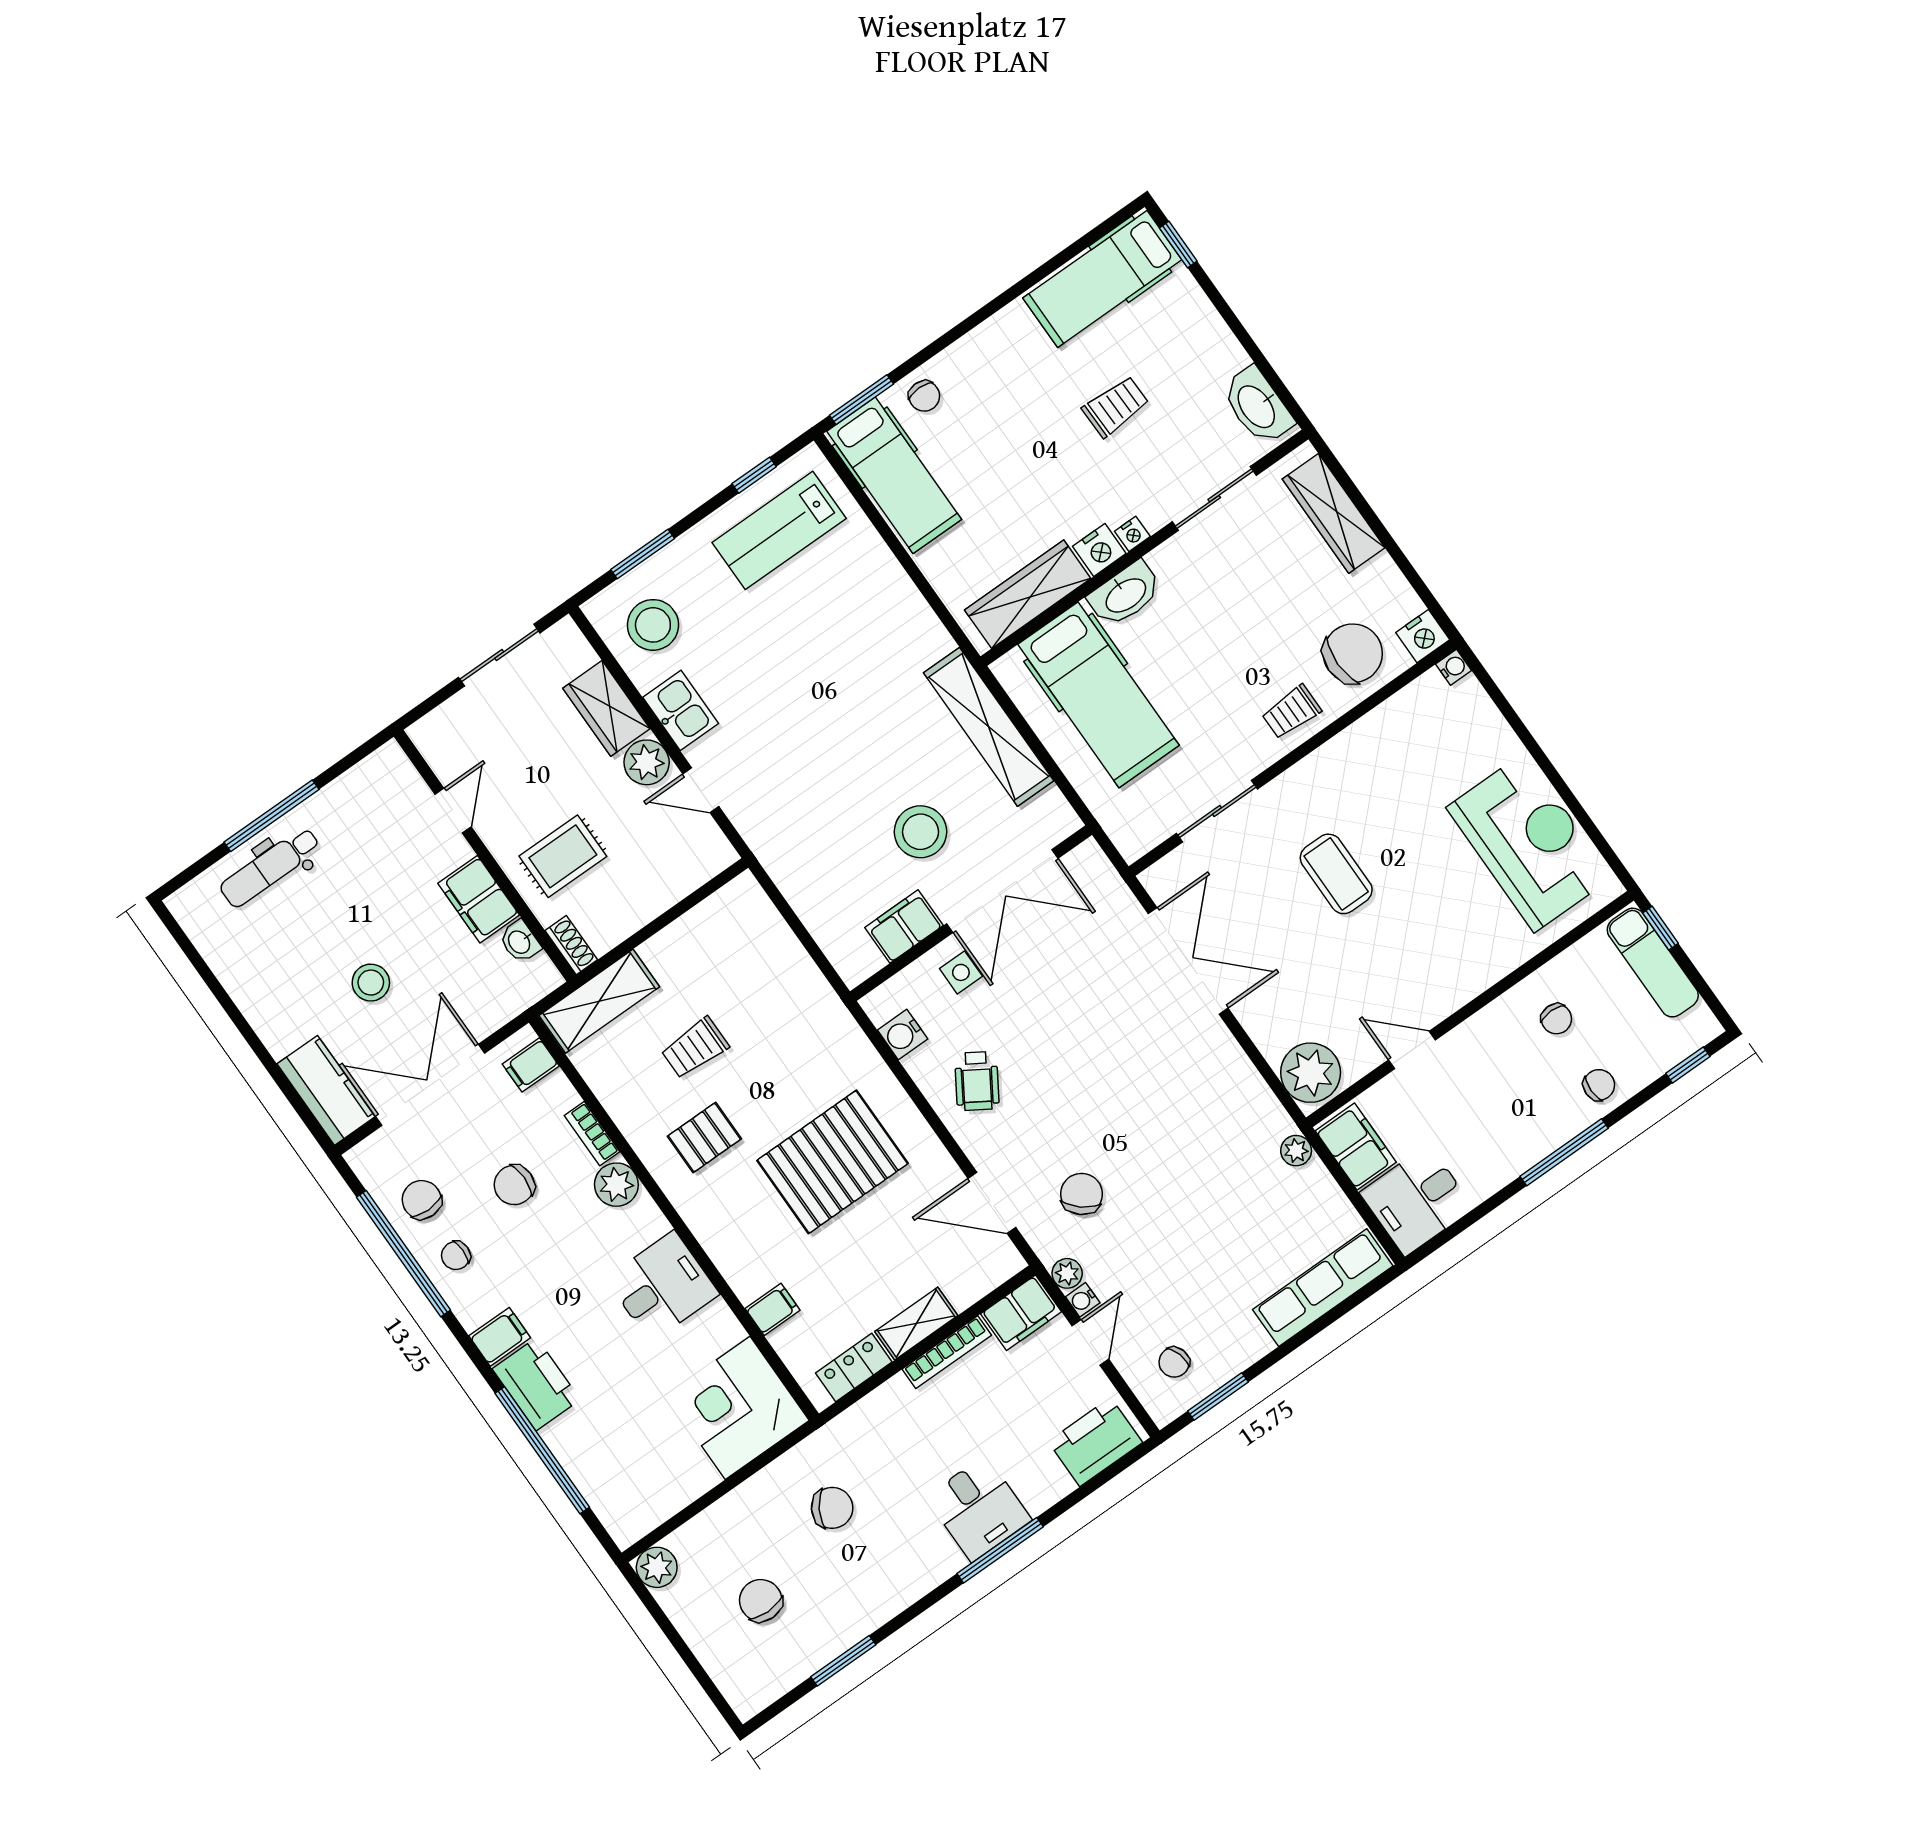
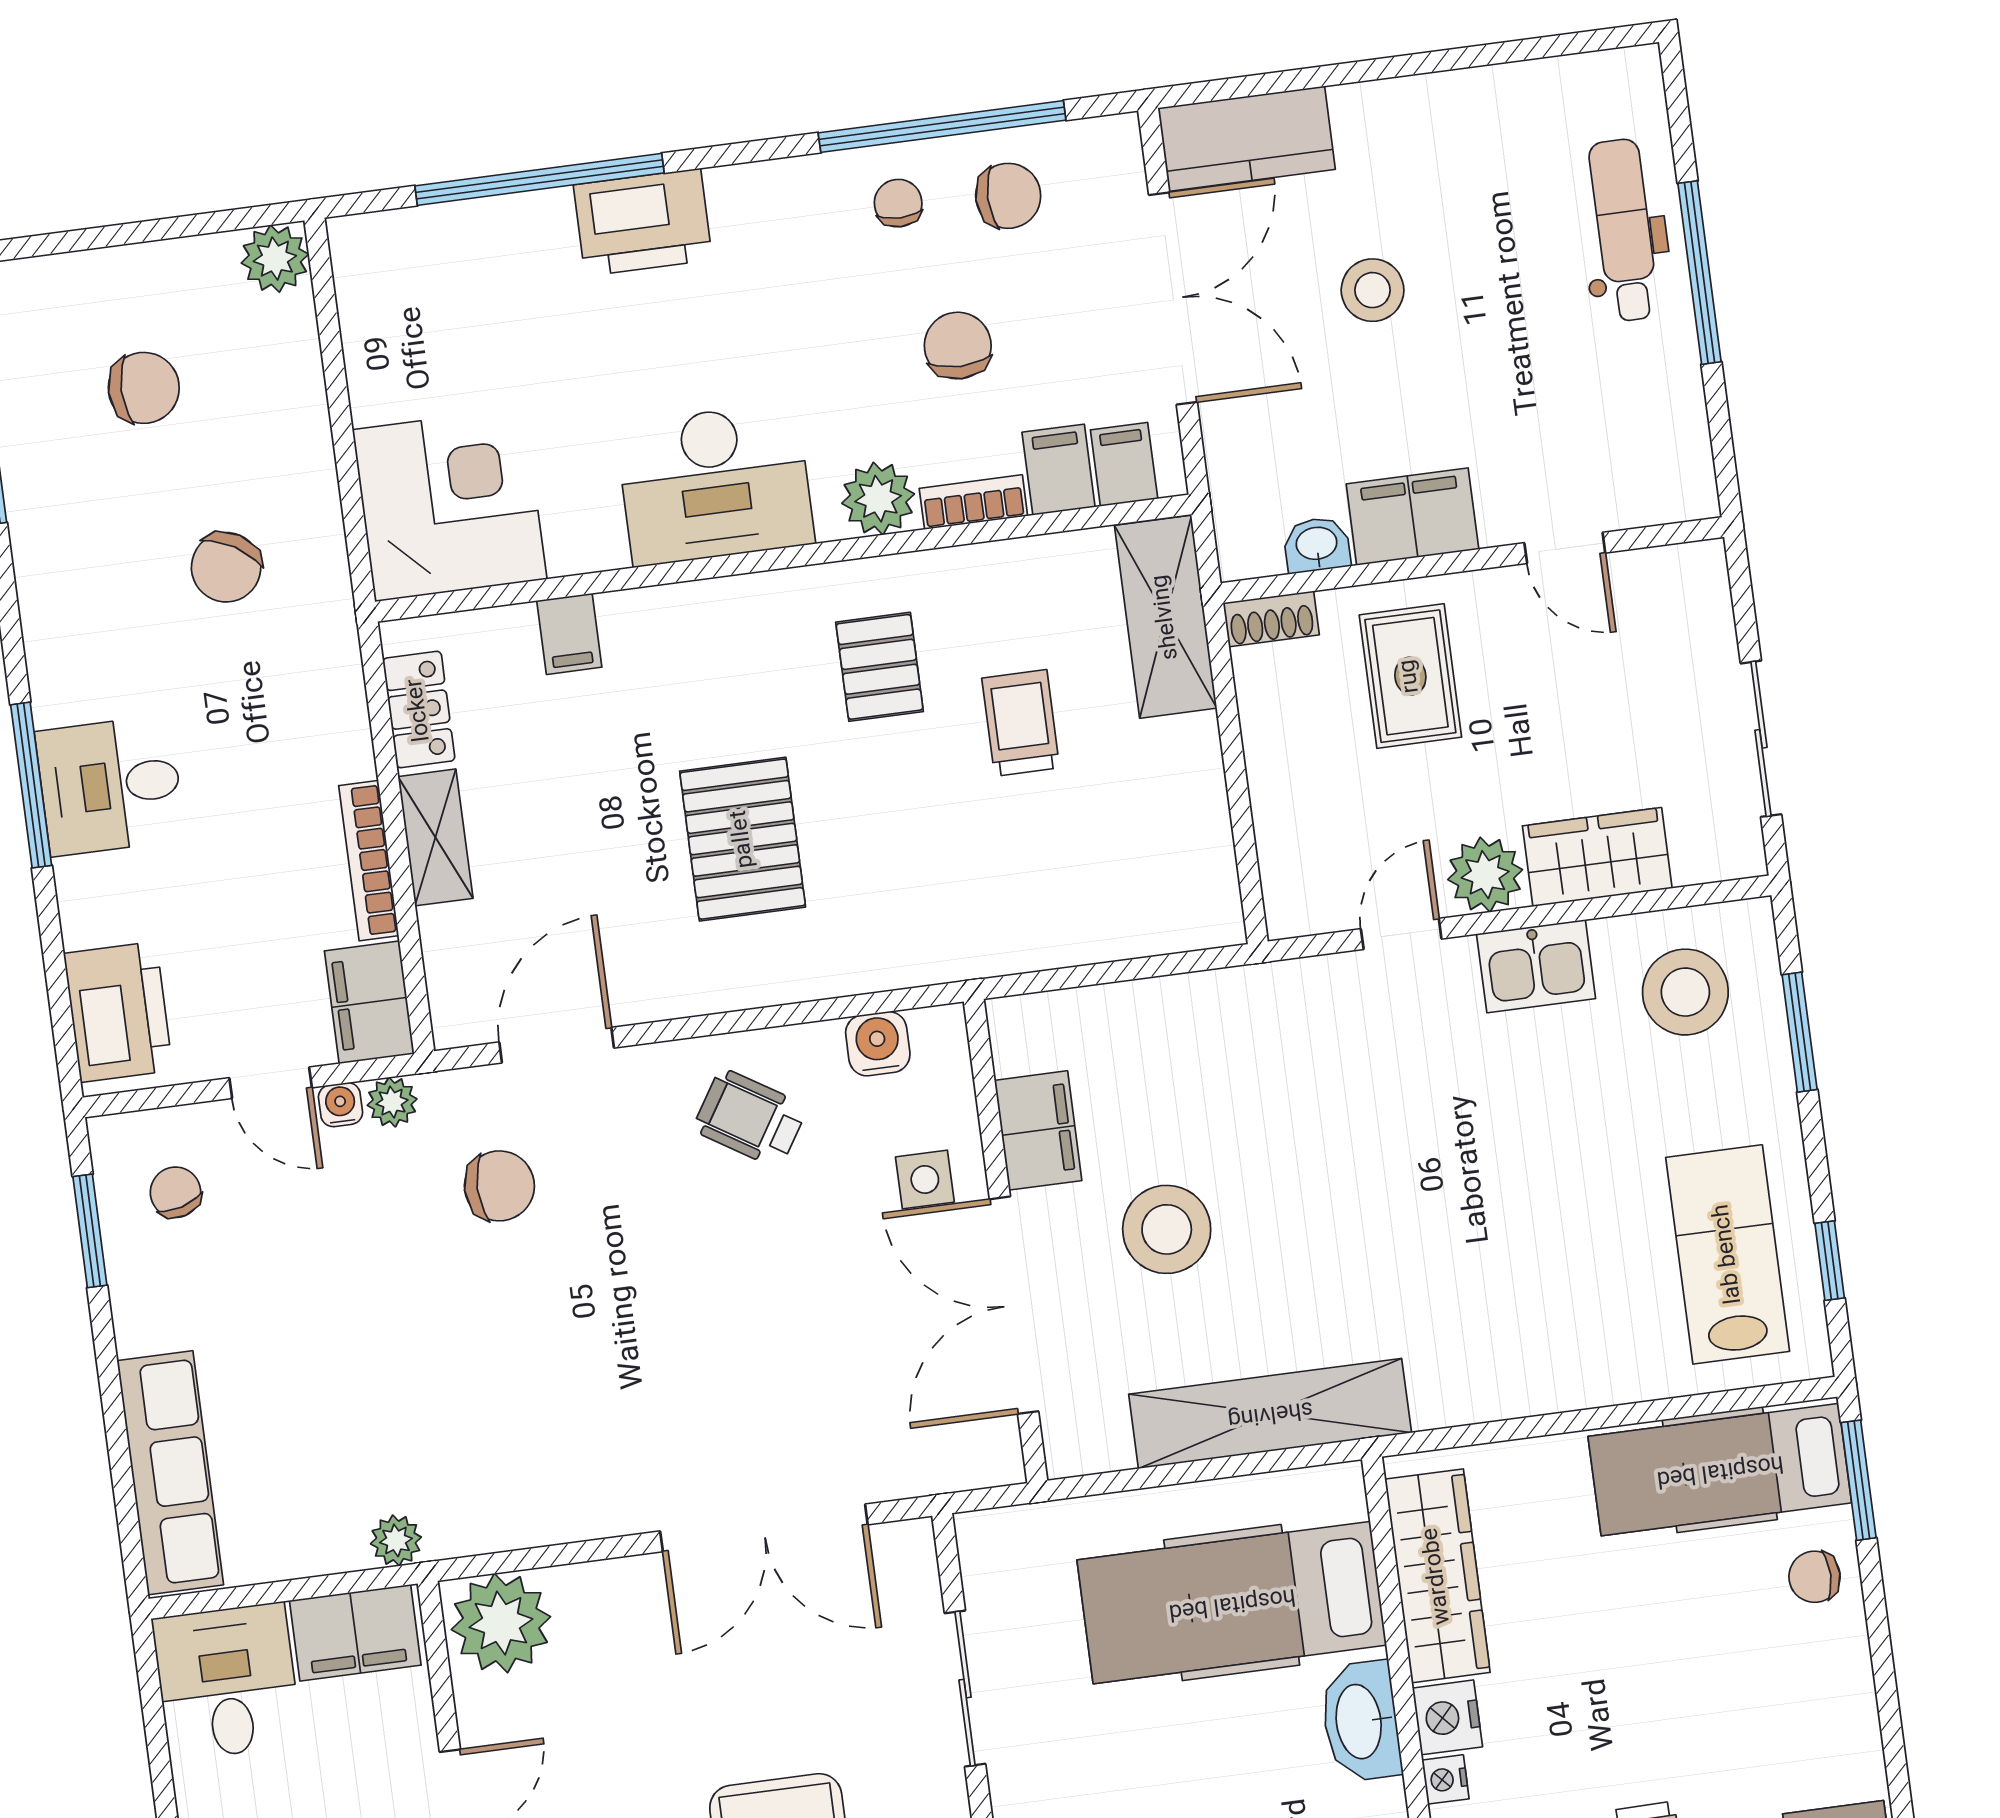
pallet: (832, 1162) -> (743, 839), width x0.73, depth x0.71
chair: (1082, 1194) -> (499, 1186), turned -40
desk: (662, 1286) -> (715, 484), width x1.37
filing cabinet: (500, 1337) -> (1059, 470), moved, turned 180

